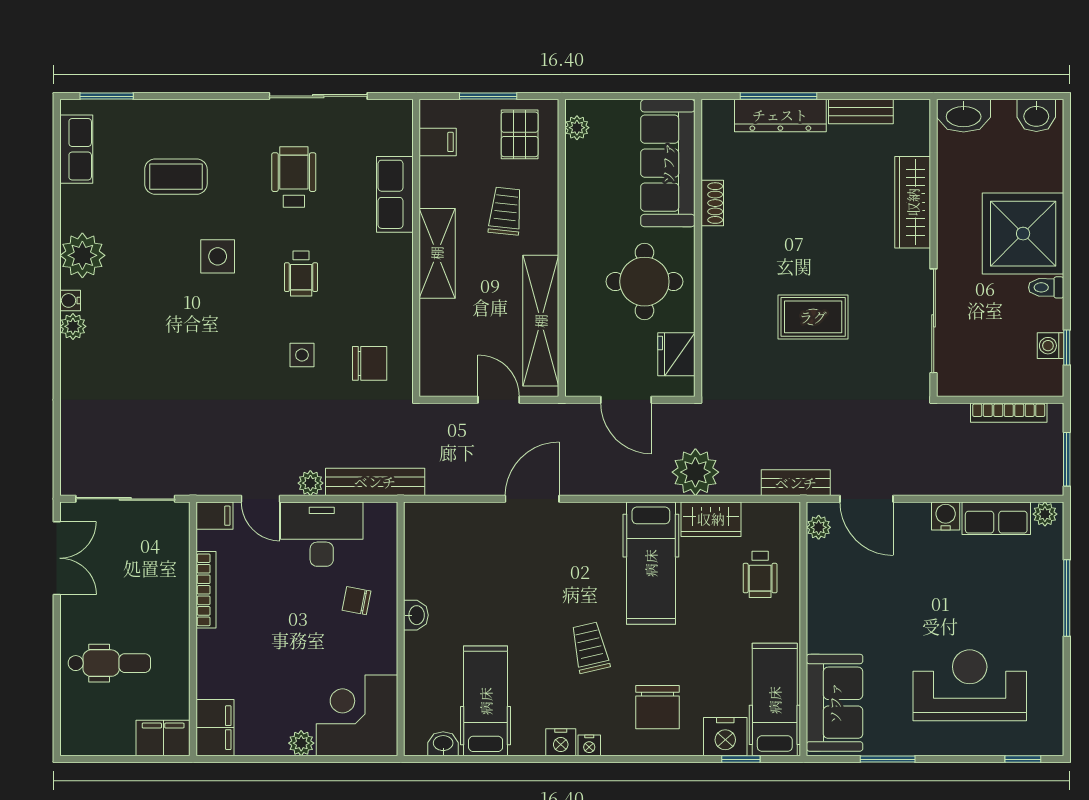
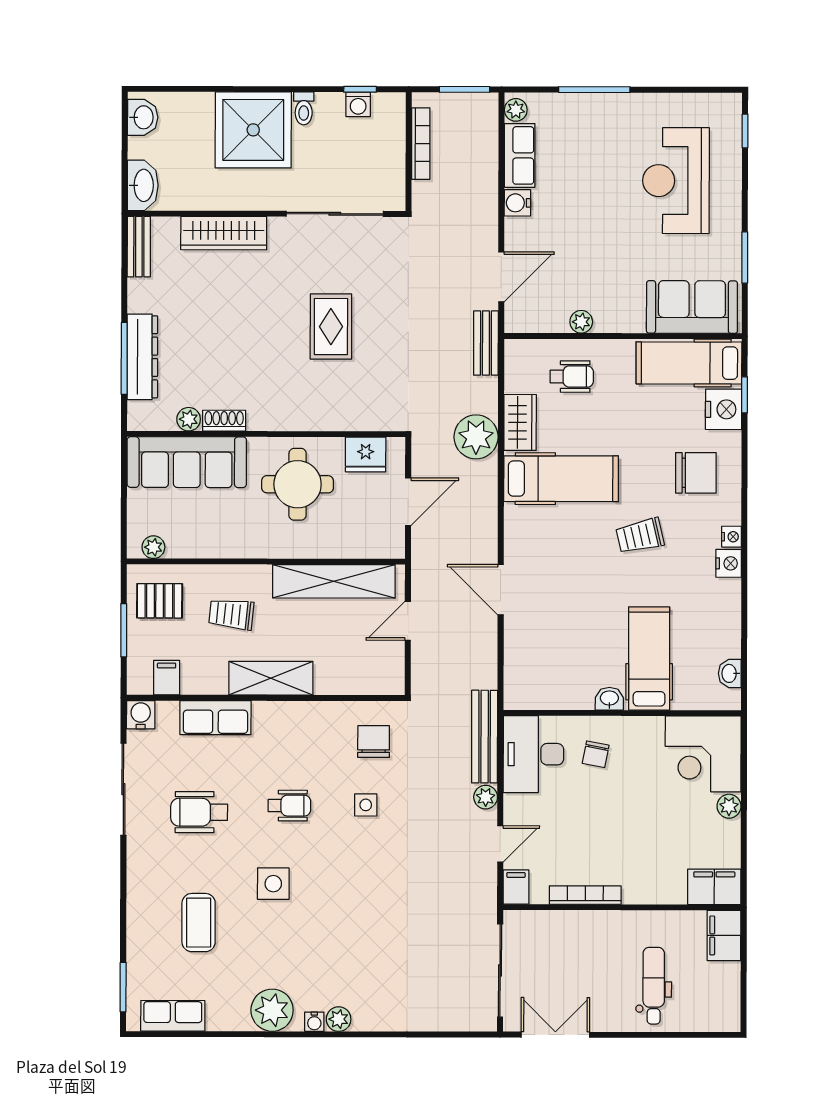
bench: (861, 112) -> (139, 247), moved
water cooler: (398, 114) -> (141, 715), added
plant: (714, 165) -> (189, 419), added
plant: (819, 527) -> (581, 322), moved
desk: (322, 534) -> (534, 754), moved
hospital bed: (486, 701) -> (649, 659), moved, turned 90

